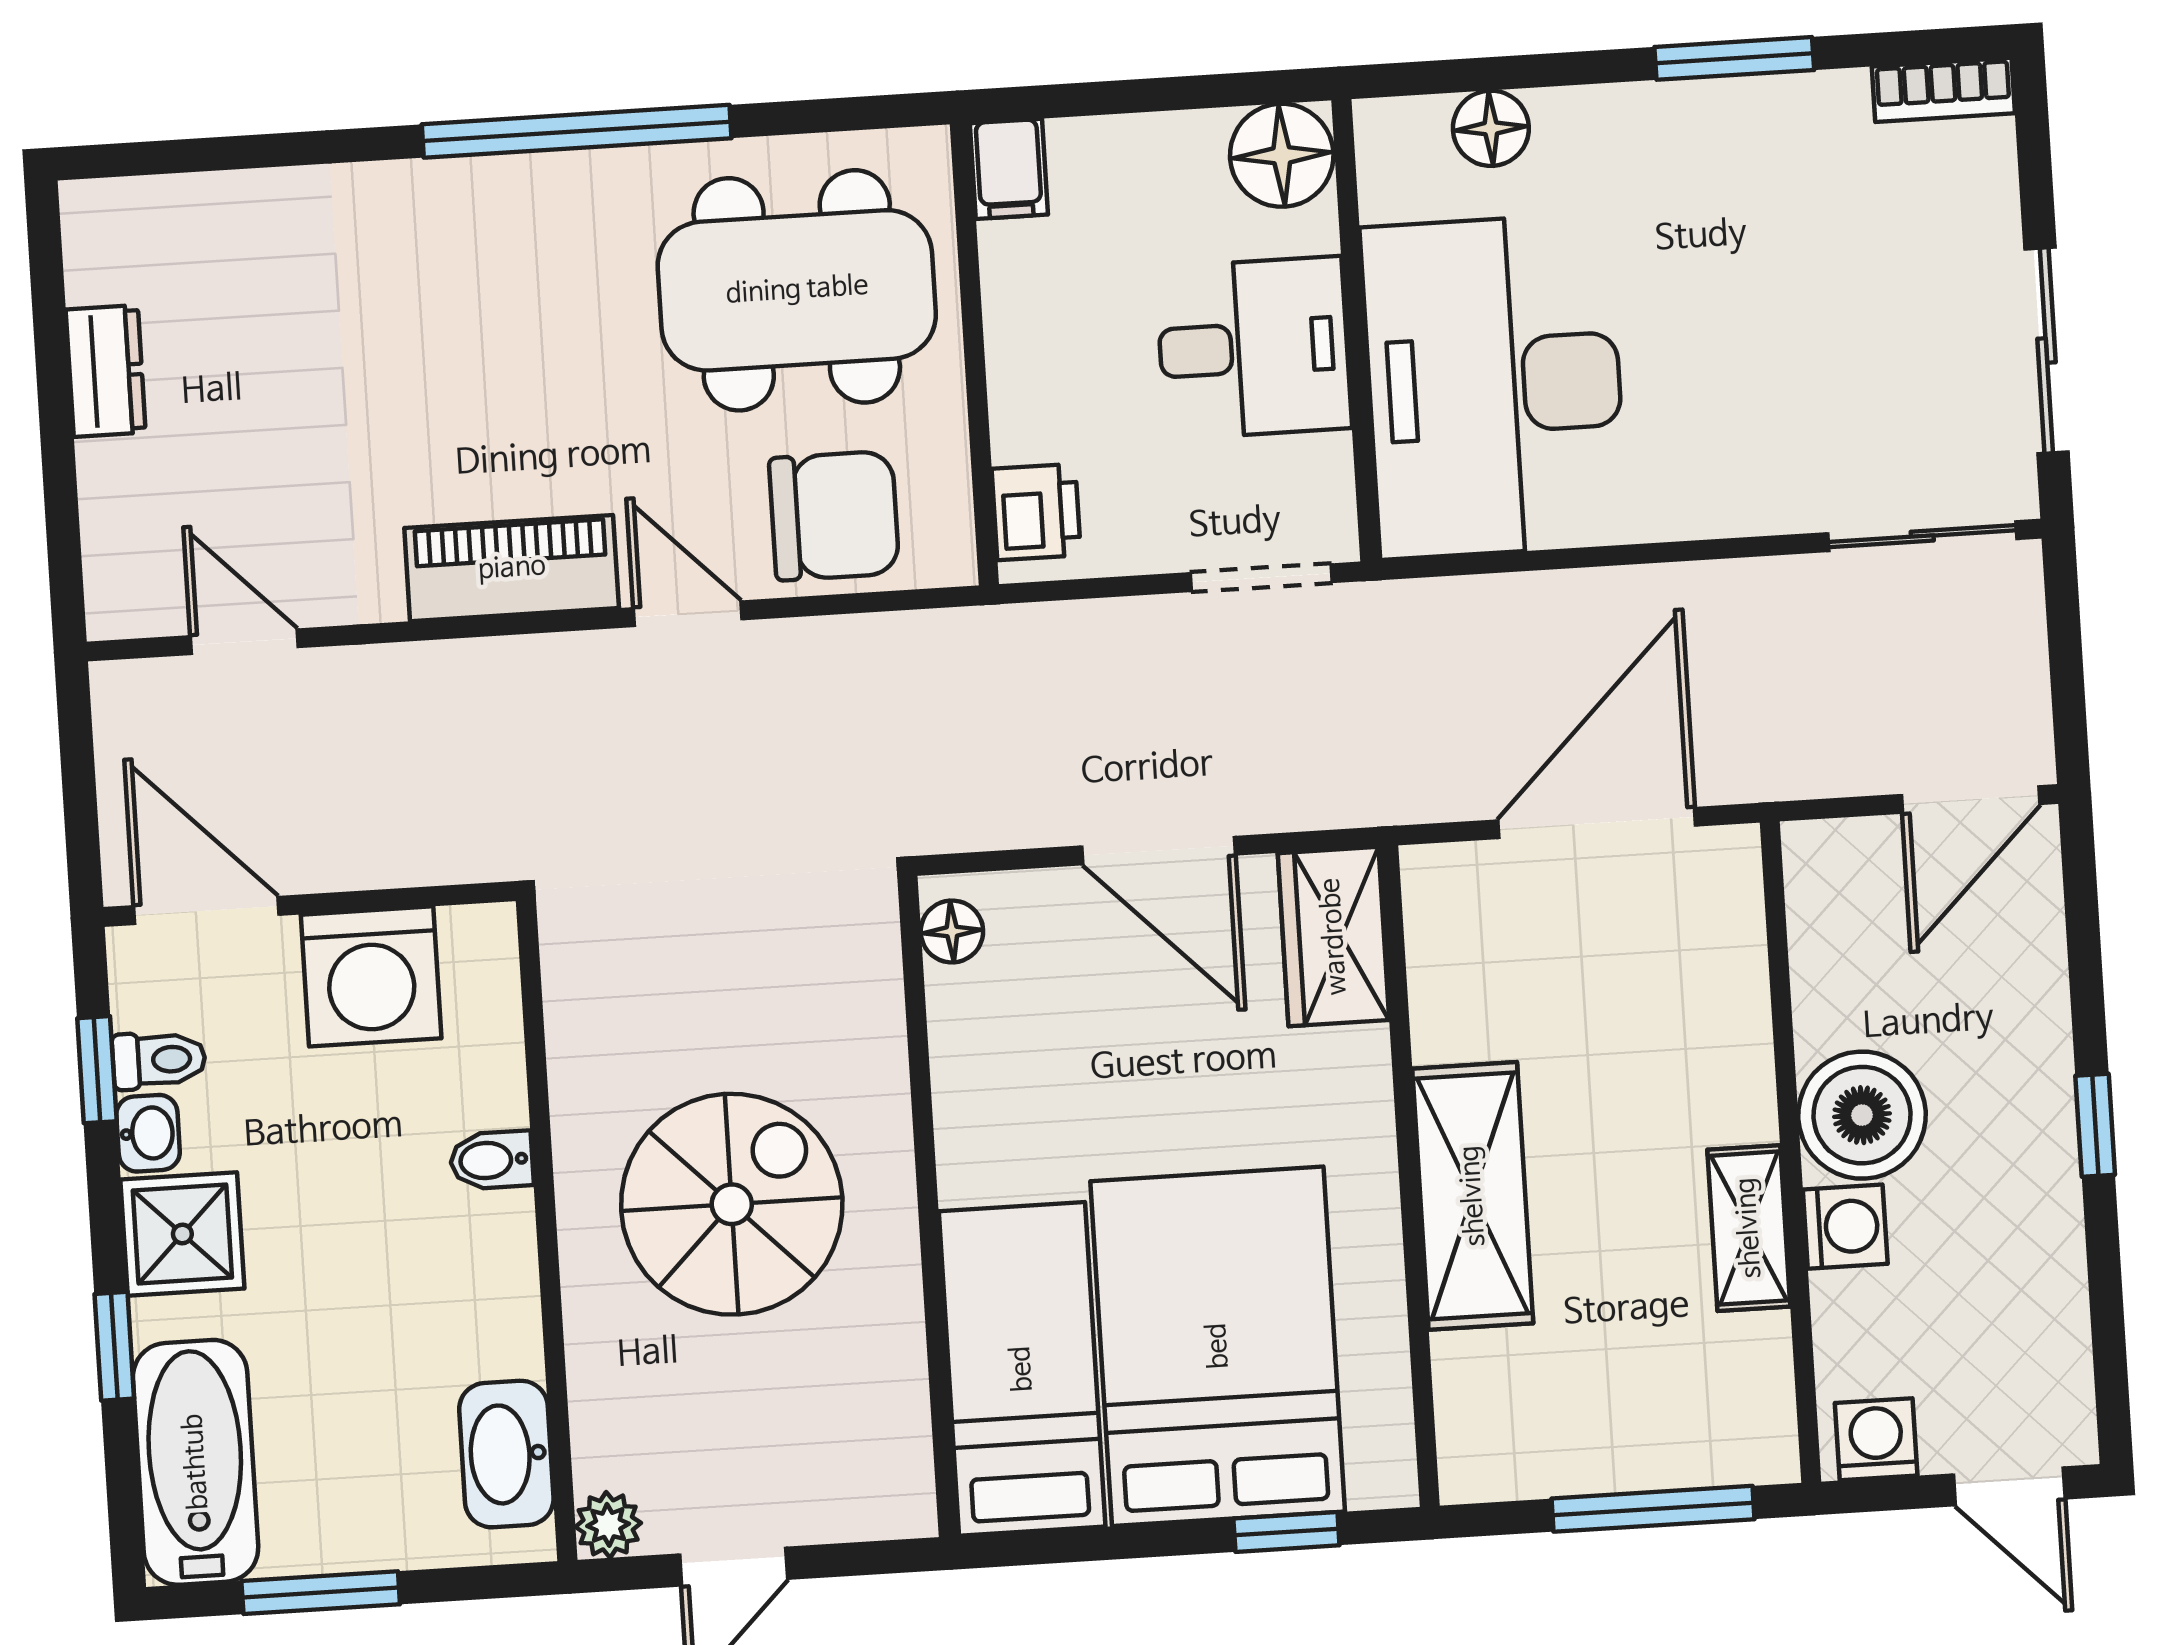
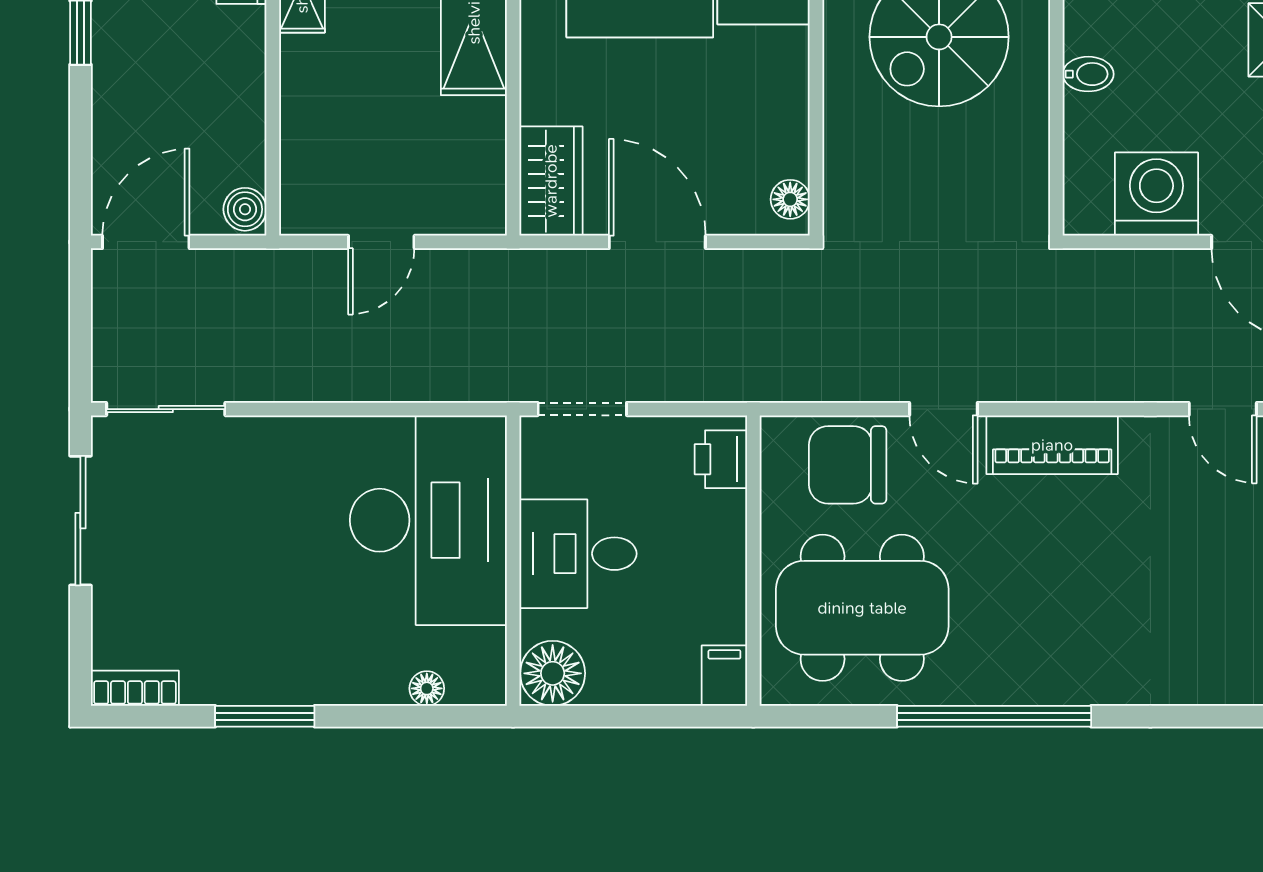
floor lamp: (1491, 128) -> (427, 688), width x0.73, depth x0.73
door: (1597, 823) -> (381, 242), width x0.53
boiler: (1862, 1115) -> (245, 209), moved, width x0.54, depth x0.54

